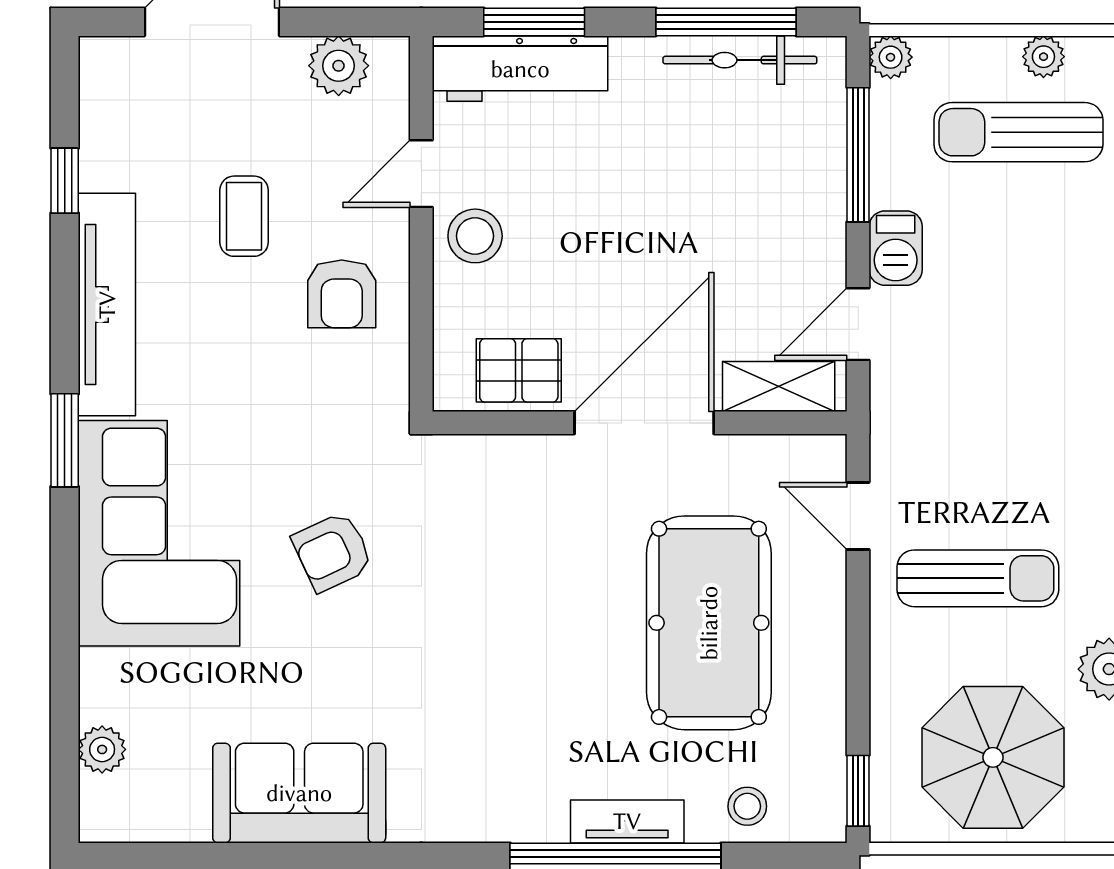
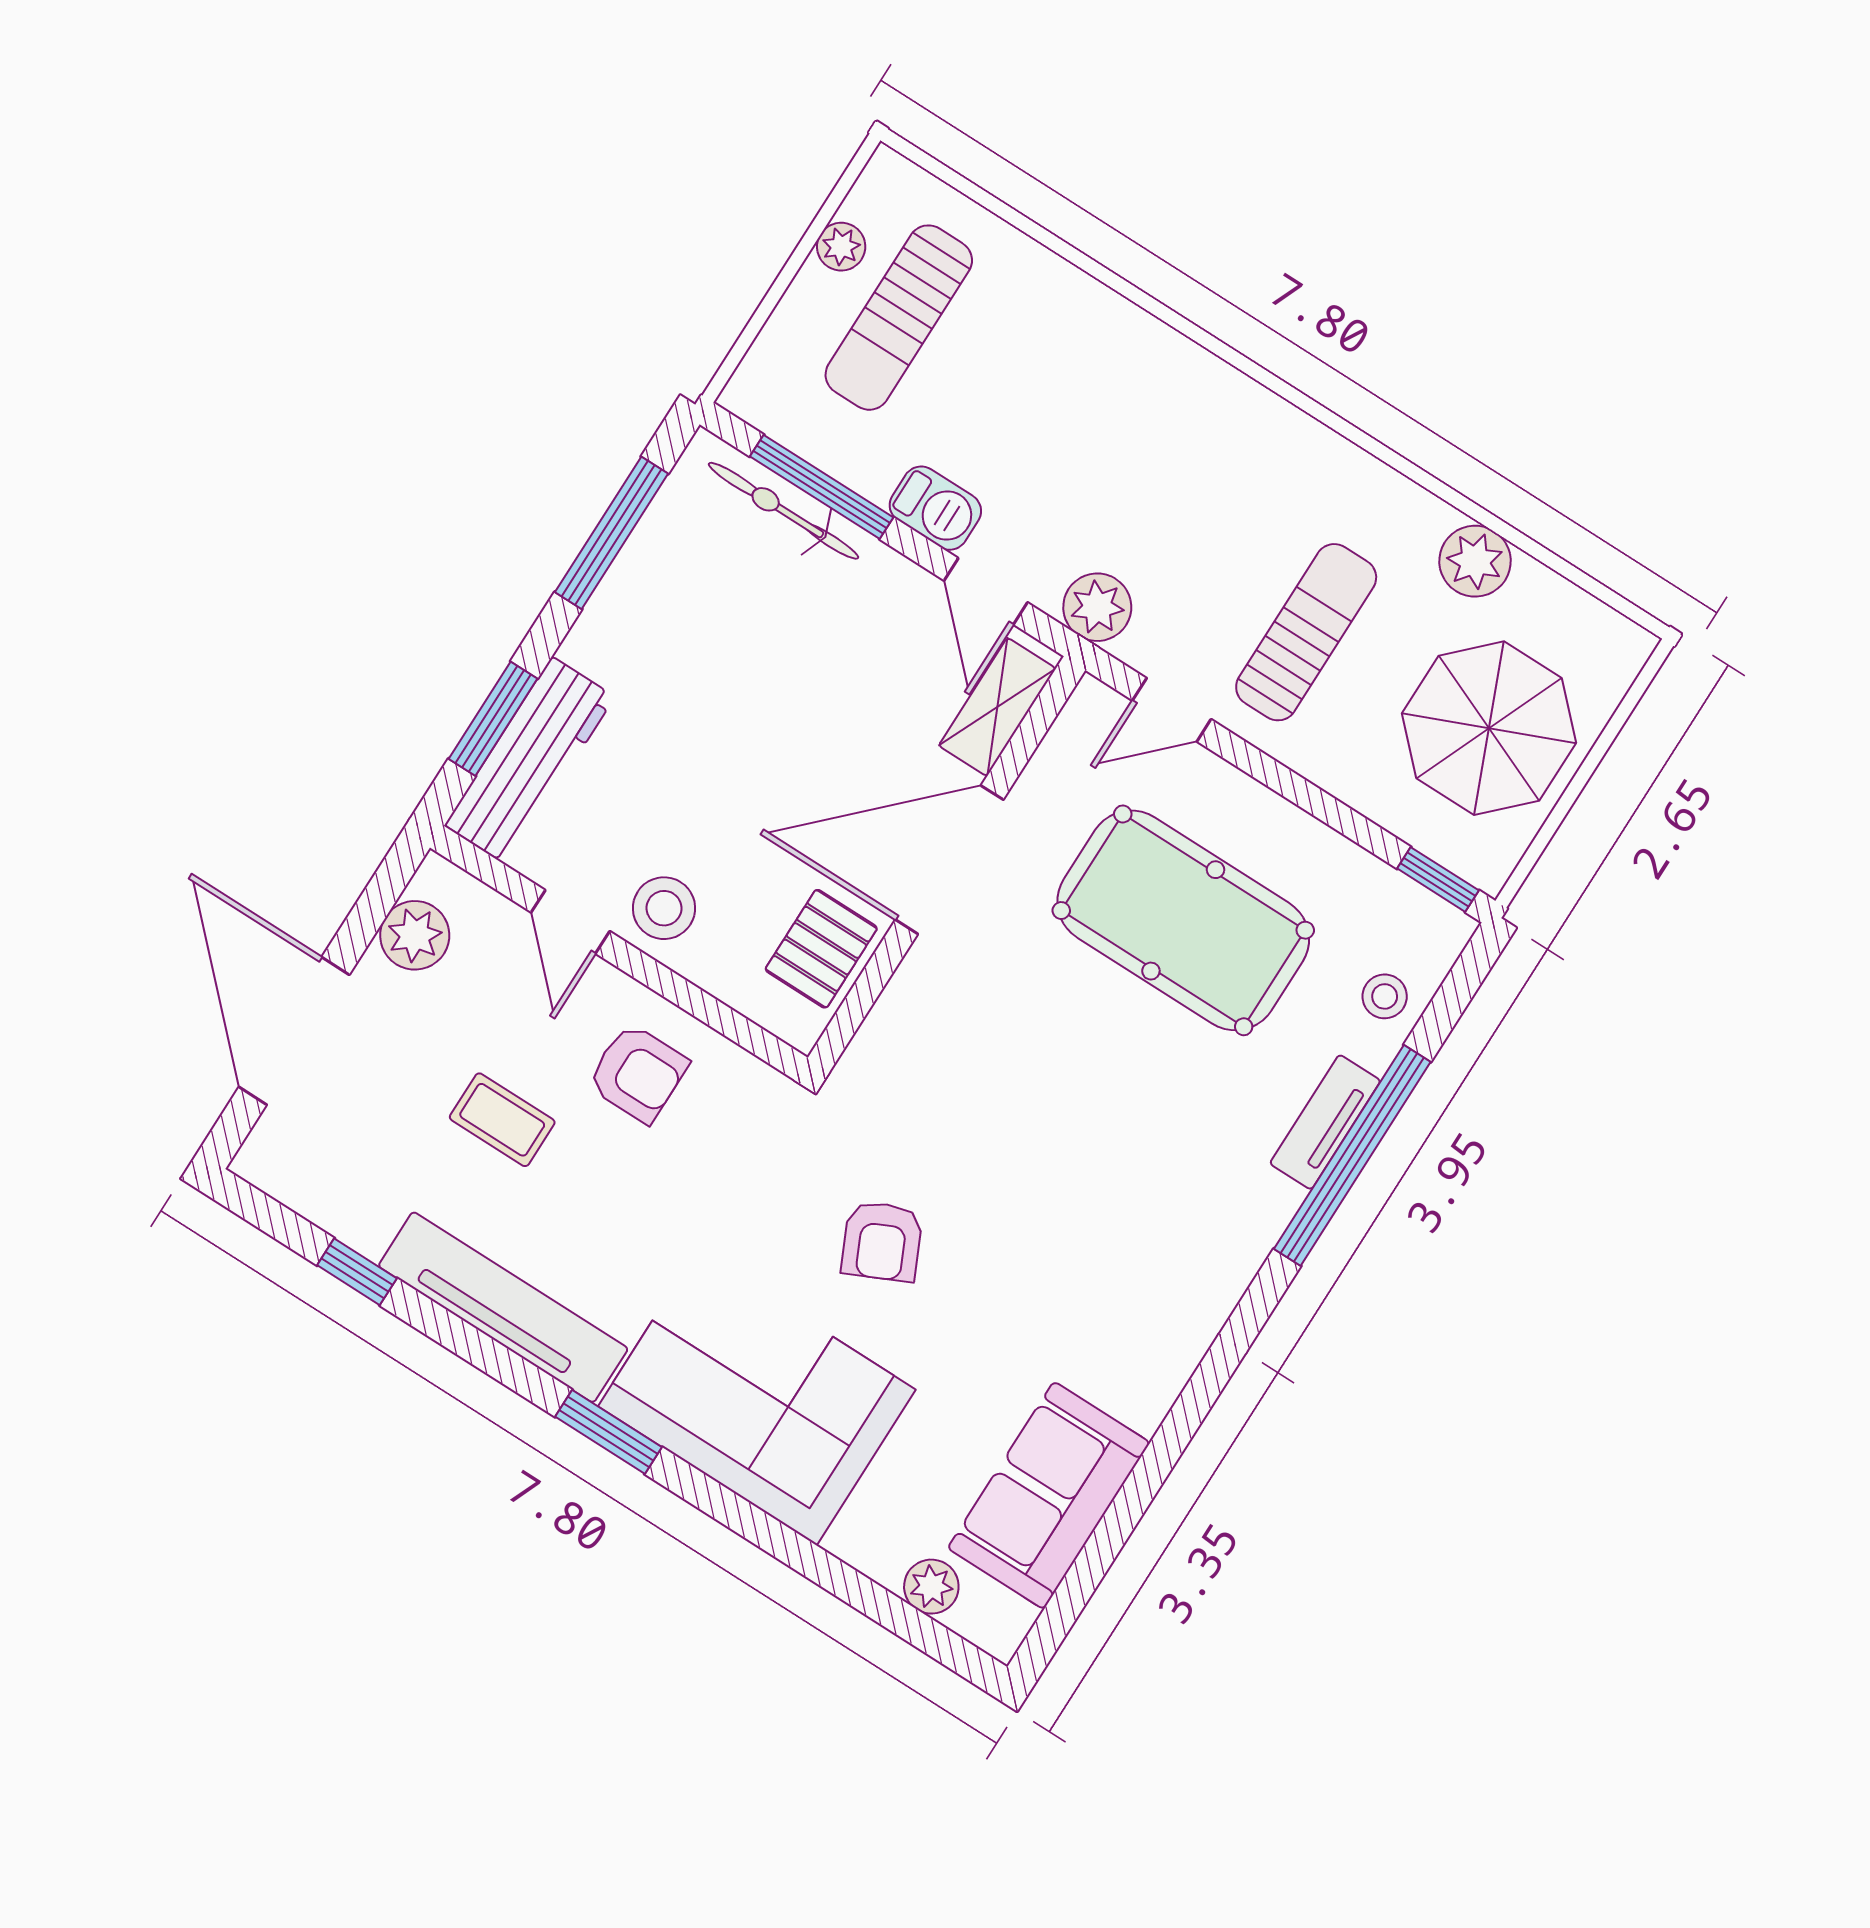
plant: (891, 57) -> (1097, 607), moved, width x1.38, depth x1.38
bicycle: (740, 60) -> (783, 511), moved, turned 90
door: (644, 423) -> (949, 860), hinge flipped
sofa: (299, 793) -> (1049, 1495), moved

